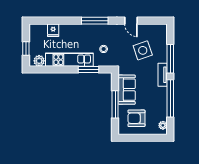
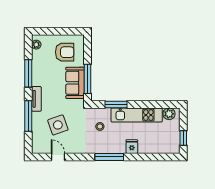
door: (131, 21) -> (58, 157), moved
fridge: (53, 30) -> (132, 147), moved
window: (26, 48) -> (183, 138), moved
window: (170, 98) -> (28, 73), width x0.68
window: (115, 104) -> (88, 79), moved

